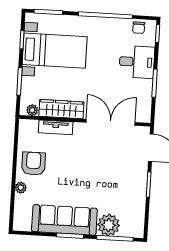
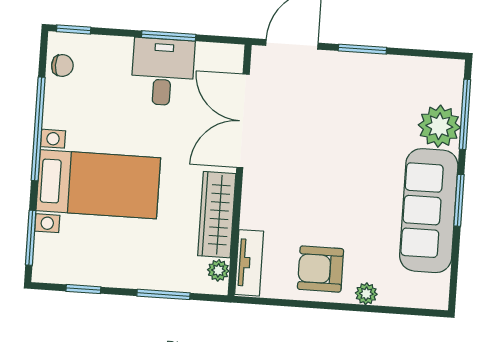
bed with nightstands: (55, 51) -> (98, 184), moved, turned 90
desk: (137, 62) -> (163, 72), moved
tv unit: (56, 127) -> (249, 263), moved

